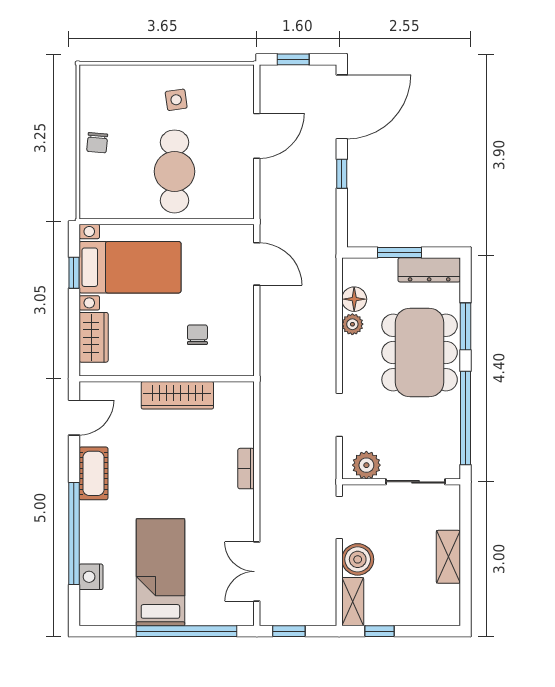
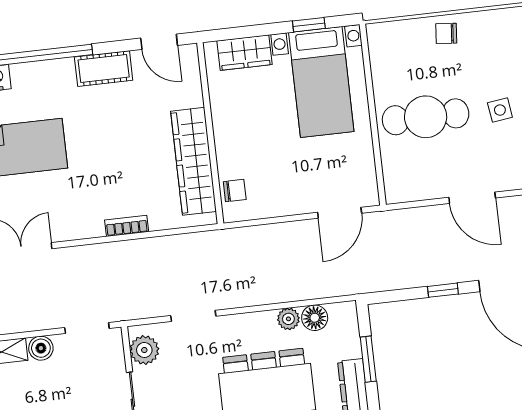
chair: (197, 335) -> (235, 191), moved
wardrobe: (177, 395) -> (194, 161), width x1.40, depth x1.17
boiler: (358, 559) -> (41, 348), width x0.73, depth x0.73

